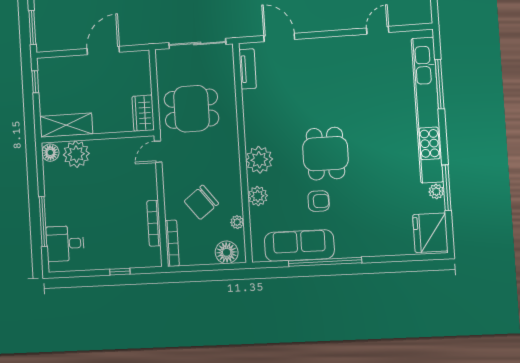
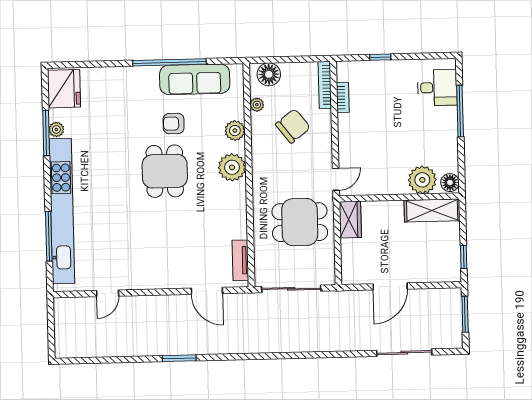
bookcase: (154, 223) -> (343, 98), width x0.64

